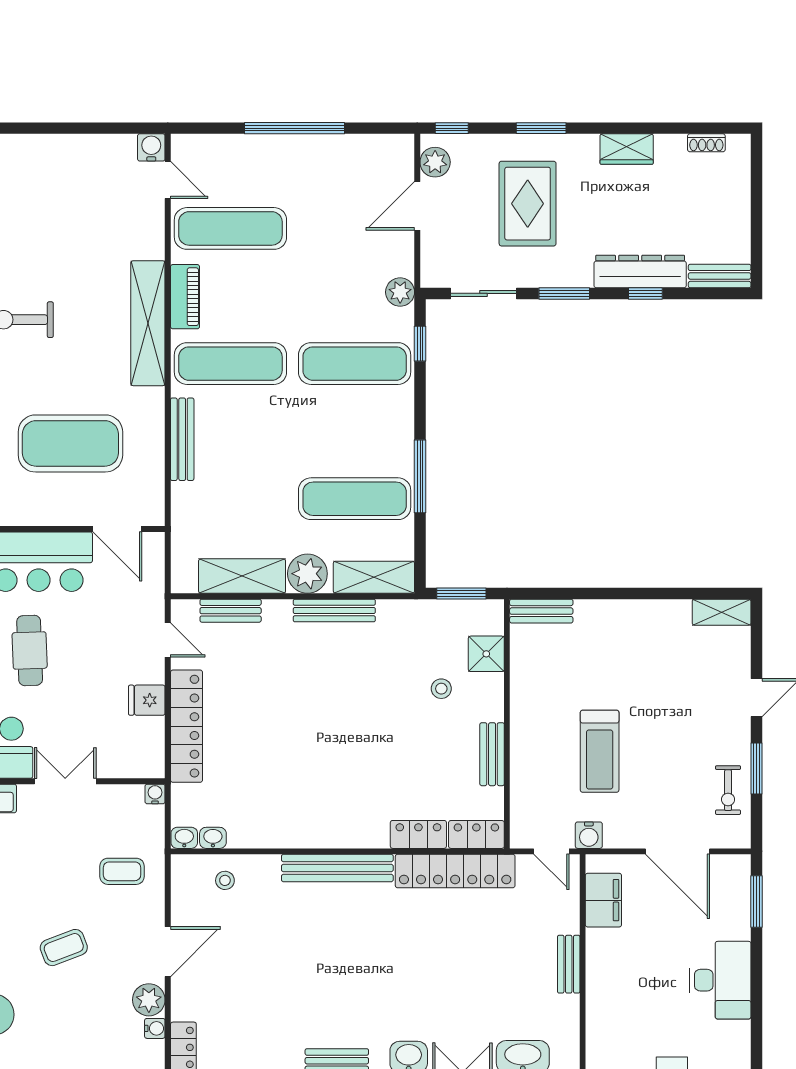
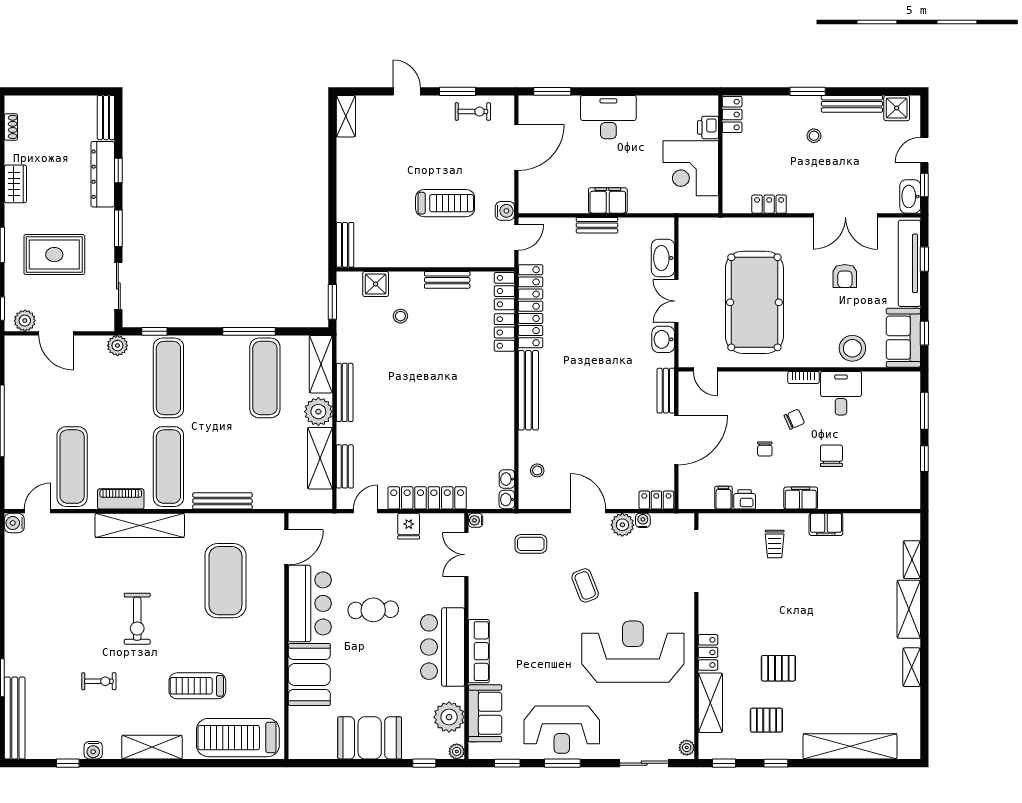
double door: (65, 781) -> (466, 555), moved
coffee table: (122, 871) -> (531, 544), turned 90
filing cabinet: (603, 900) -> (608, 200), moved

